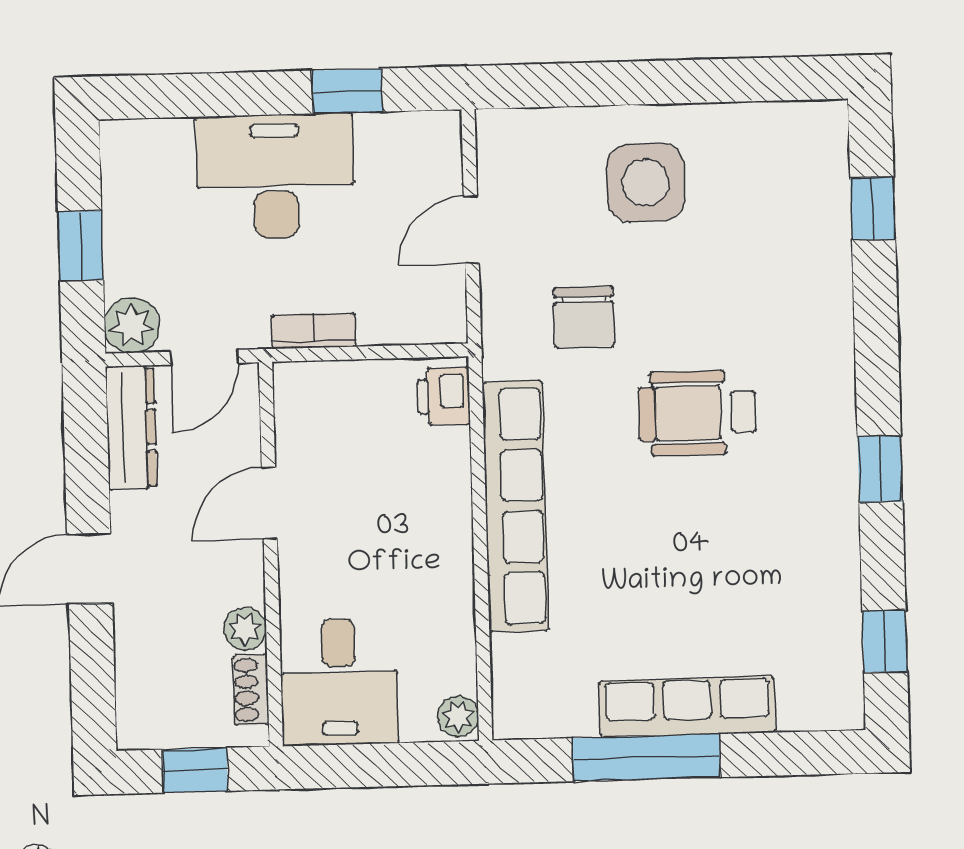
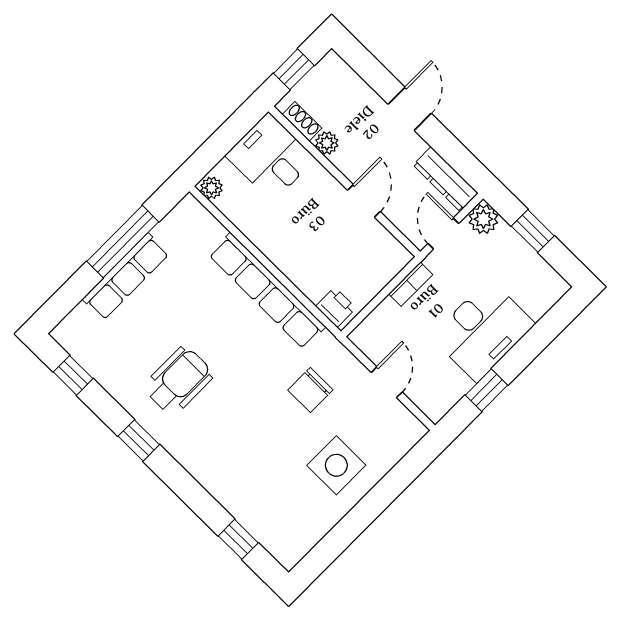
chair: (584, 317) -> (310, 390), turned -90
wheelchair: (697, 413) -> (178, 381), moved

